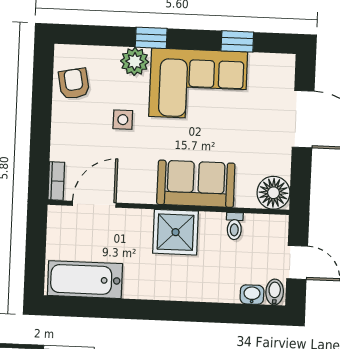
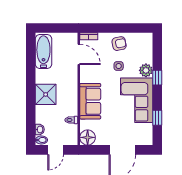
armchair: (74, 84) -> (119, 44), moved
shower: (176, 232) -> (46, 94), moved

